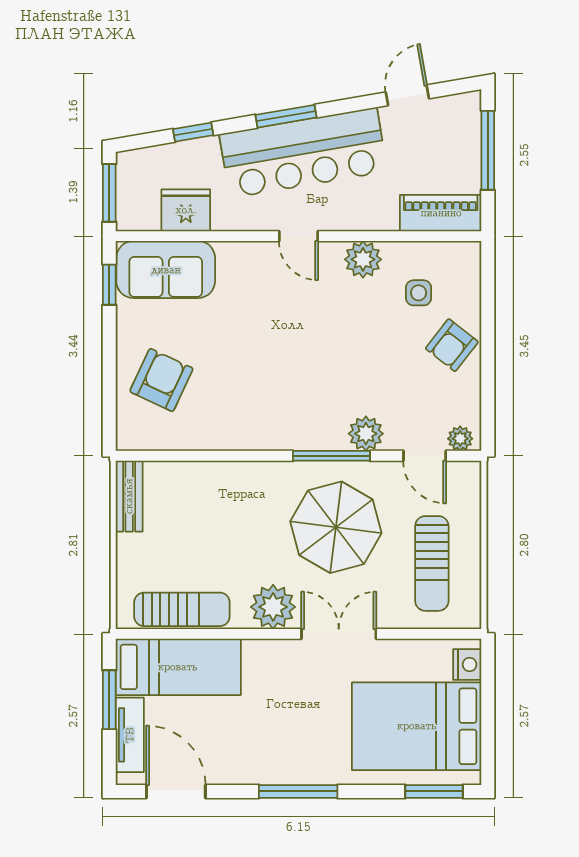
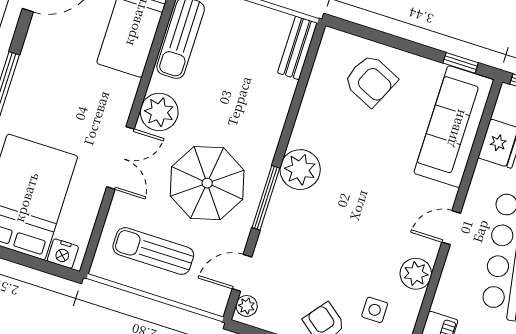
sofa: (166, 270) -> (454, 127), width x1.36
plant: (366, 434) -> (300, 170), moved, width x1.36, depth x1.36
bench: (129, 496) -> (297, 48), moved, turned 90

